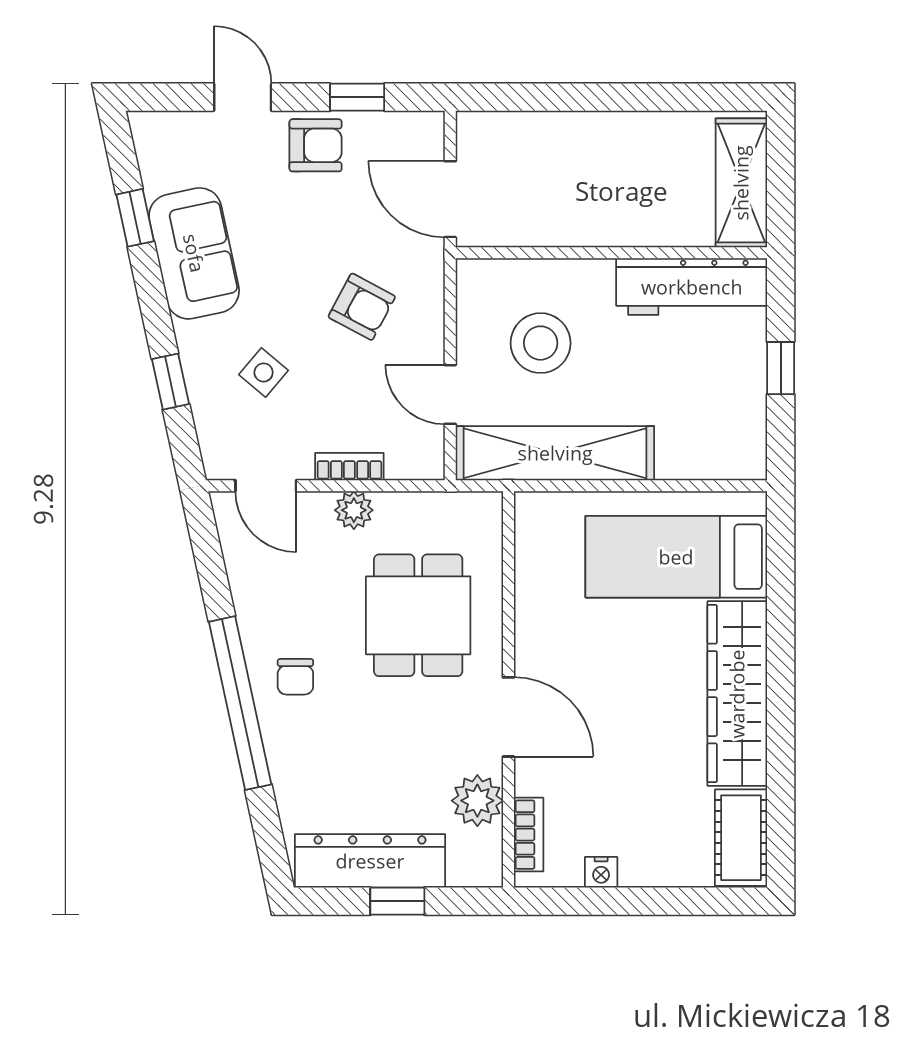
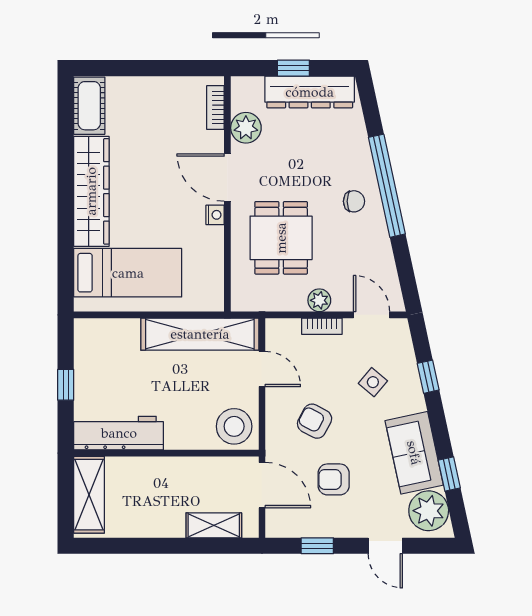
shelving: (531, 132) -> (214, 525), added
armchair: (316, 145) -> (334, 479), moved
plant: (170, 156) -> (429, 511), added
stool: (541, 343) -> (234, 426), moved
chair: (295, 677) -> (354, 201), turned 90
nightstand: (601, 872) -> (215, 215), moved, turned 90

